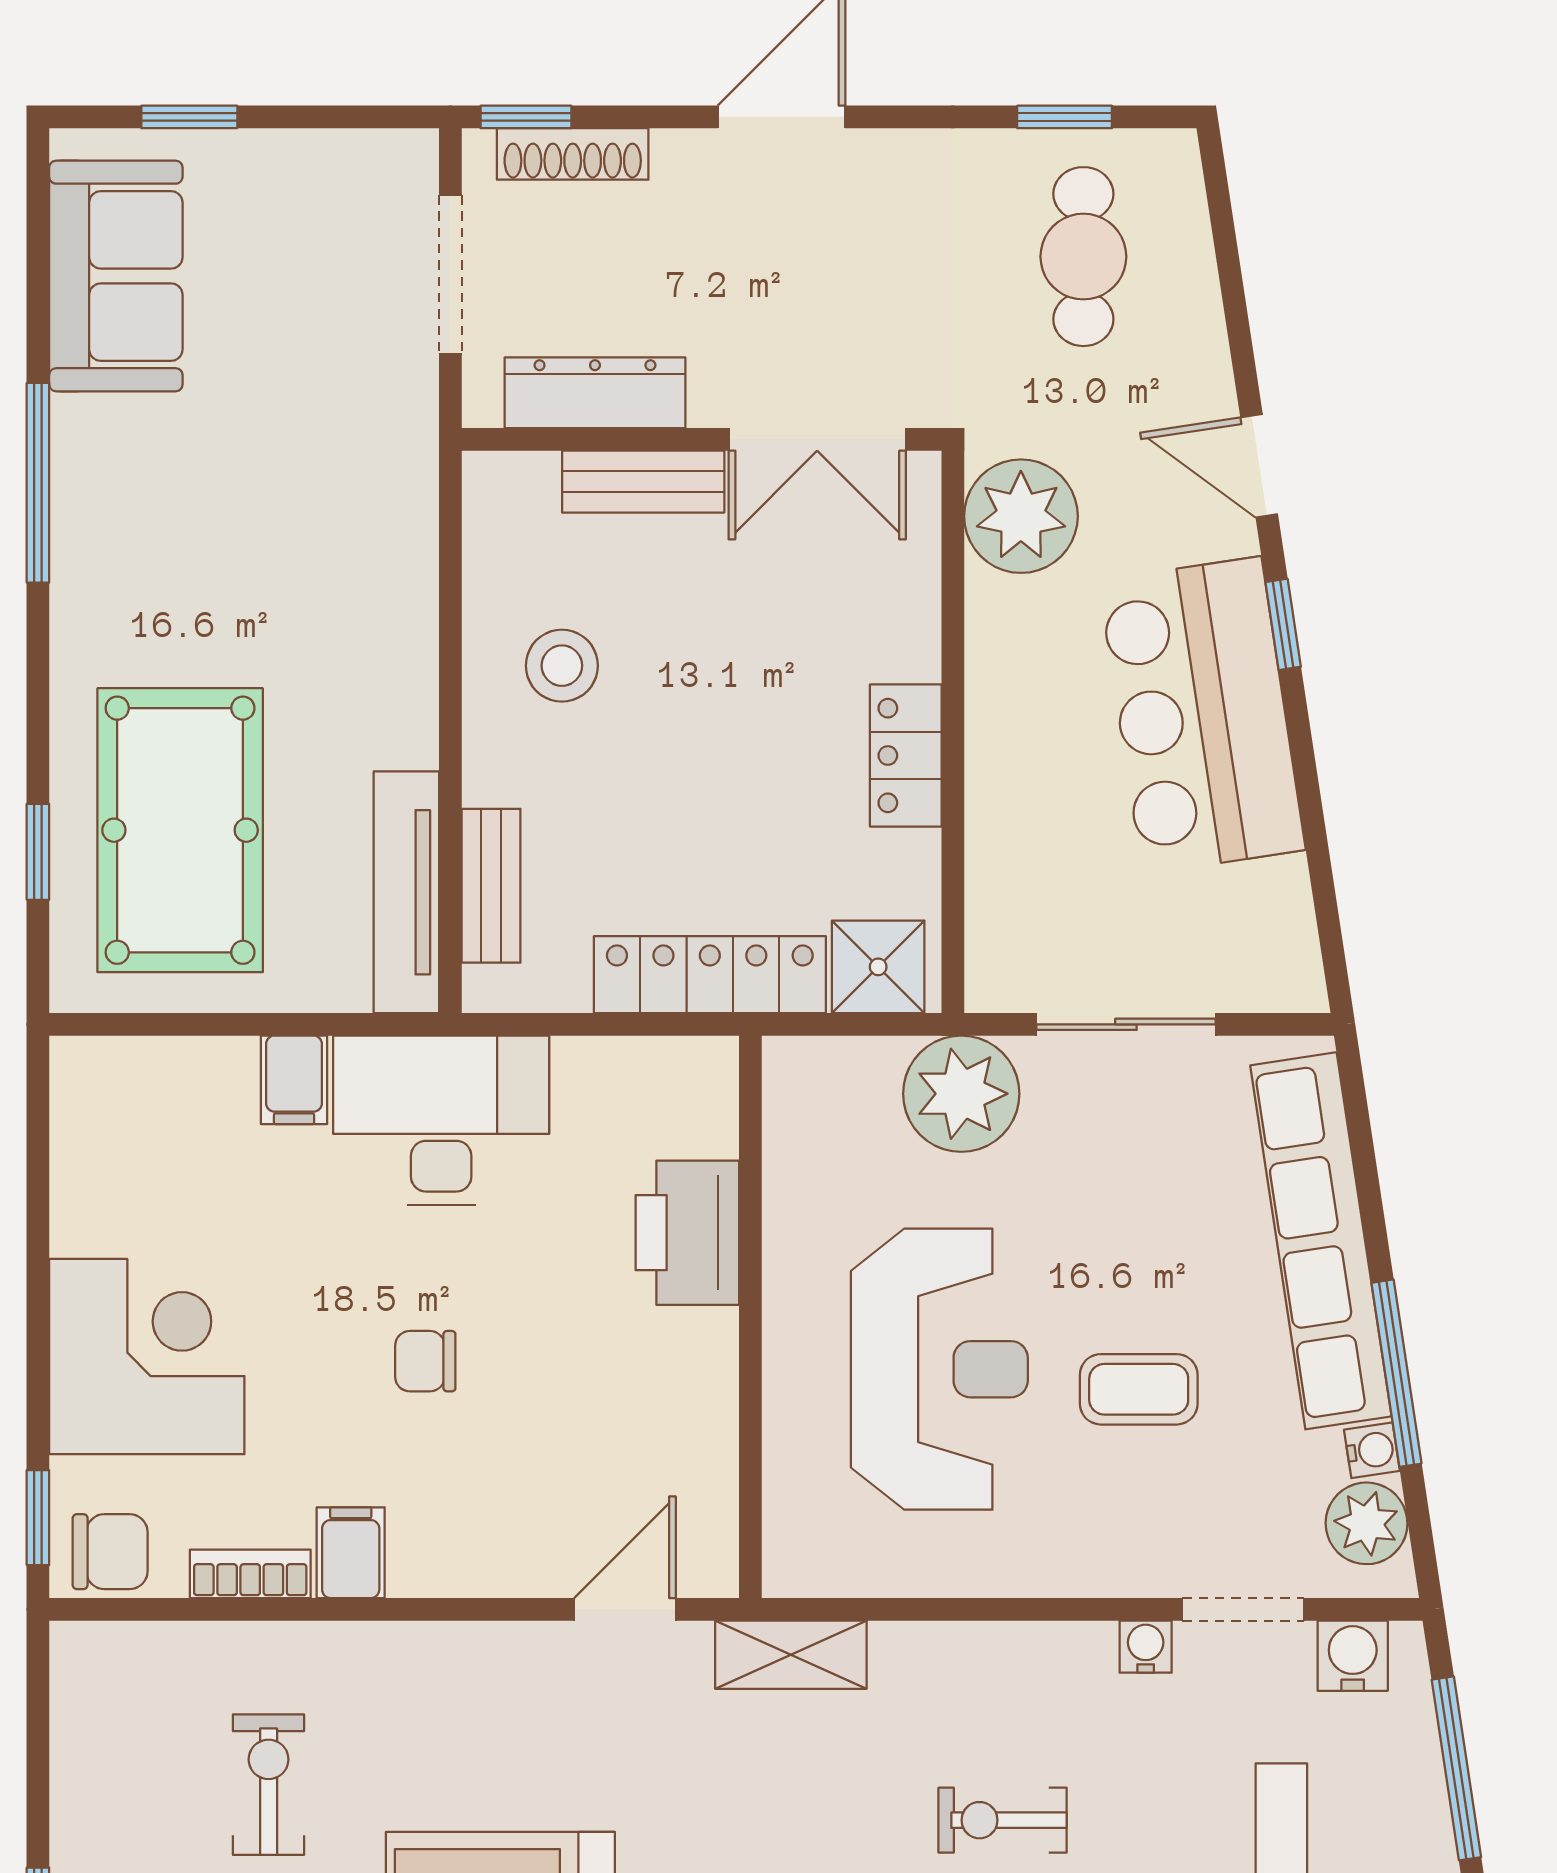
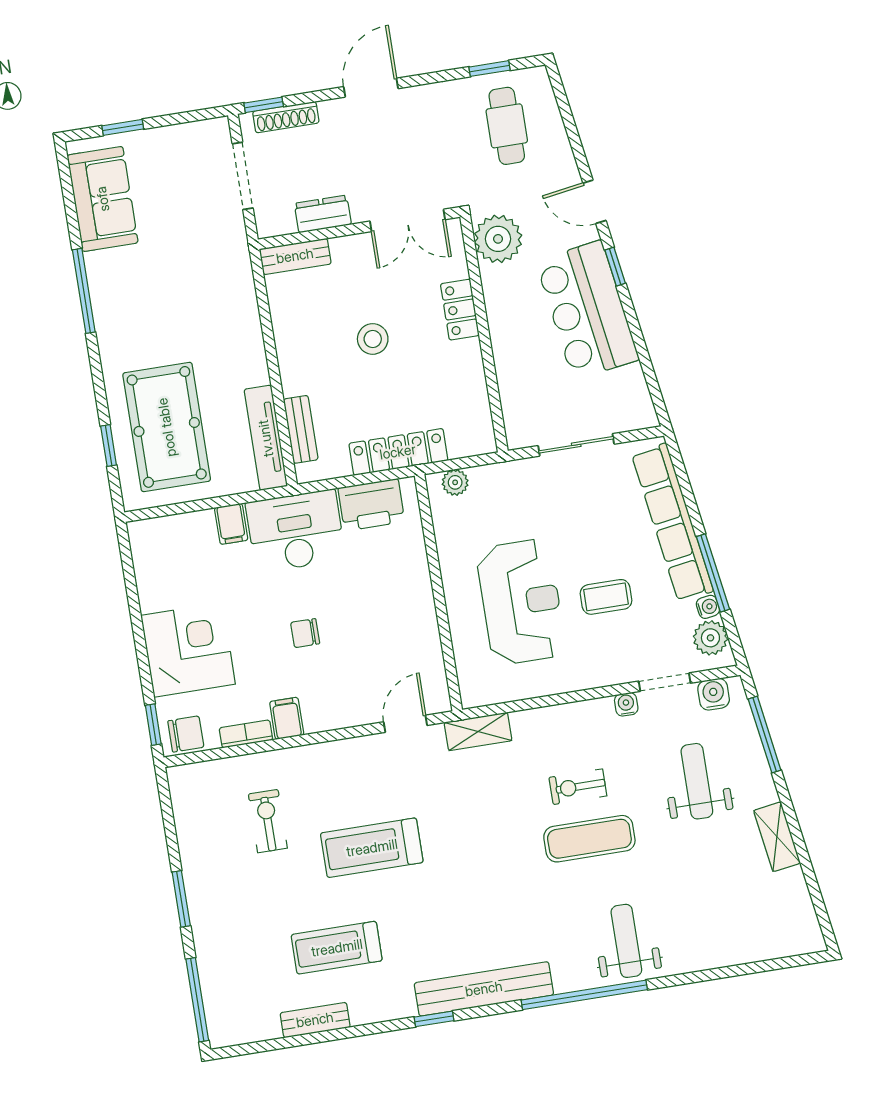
dresser: (595, 393) -> (323, 214), width x0.70
bench: (643, 482) -> (295, 256), moved
stool: (562, 666) -> (373, 339), moved
locker: (906, 756) -> (460, 310), moved
shower: (878, 967) -> (468, 437), removed
plant: (961, 1094) -> (455, 482), moved, width x0.53, depth x0.53
printer: (687, 1233) -> (371, 505), moved, turned -90

